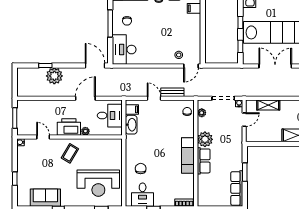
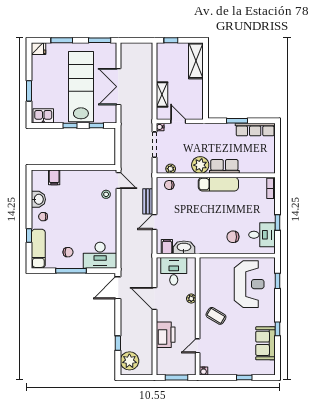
plant: (54, 76) -> (129, 361), moved
printer: (69, 127) -> (166, 335), moved, turned 180

